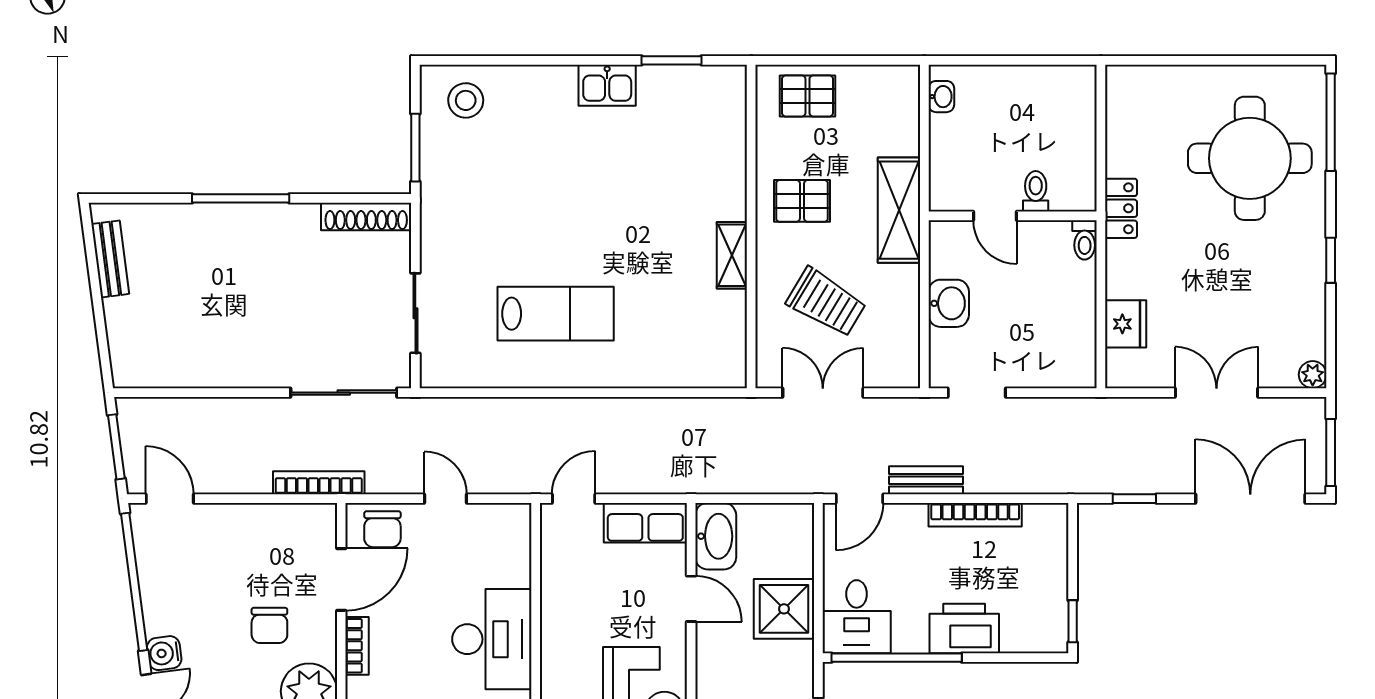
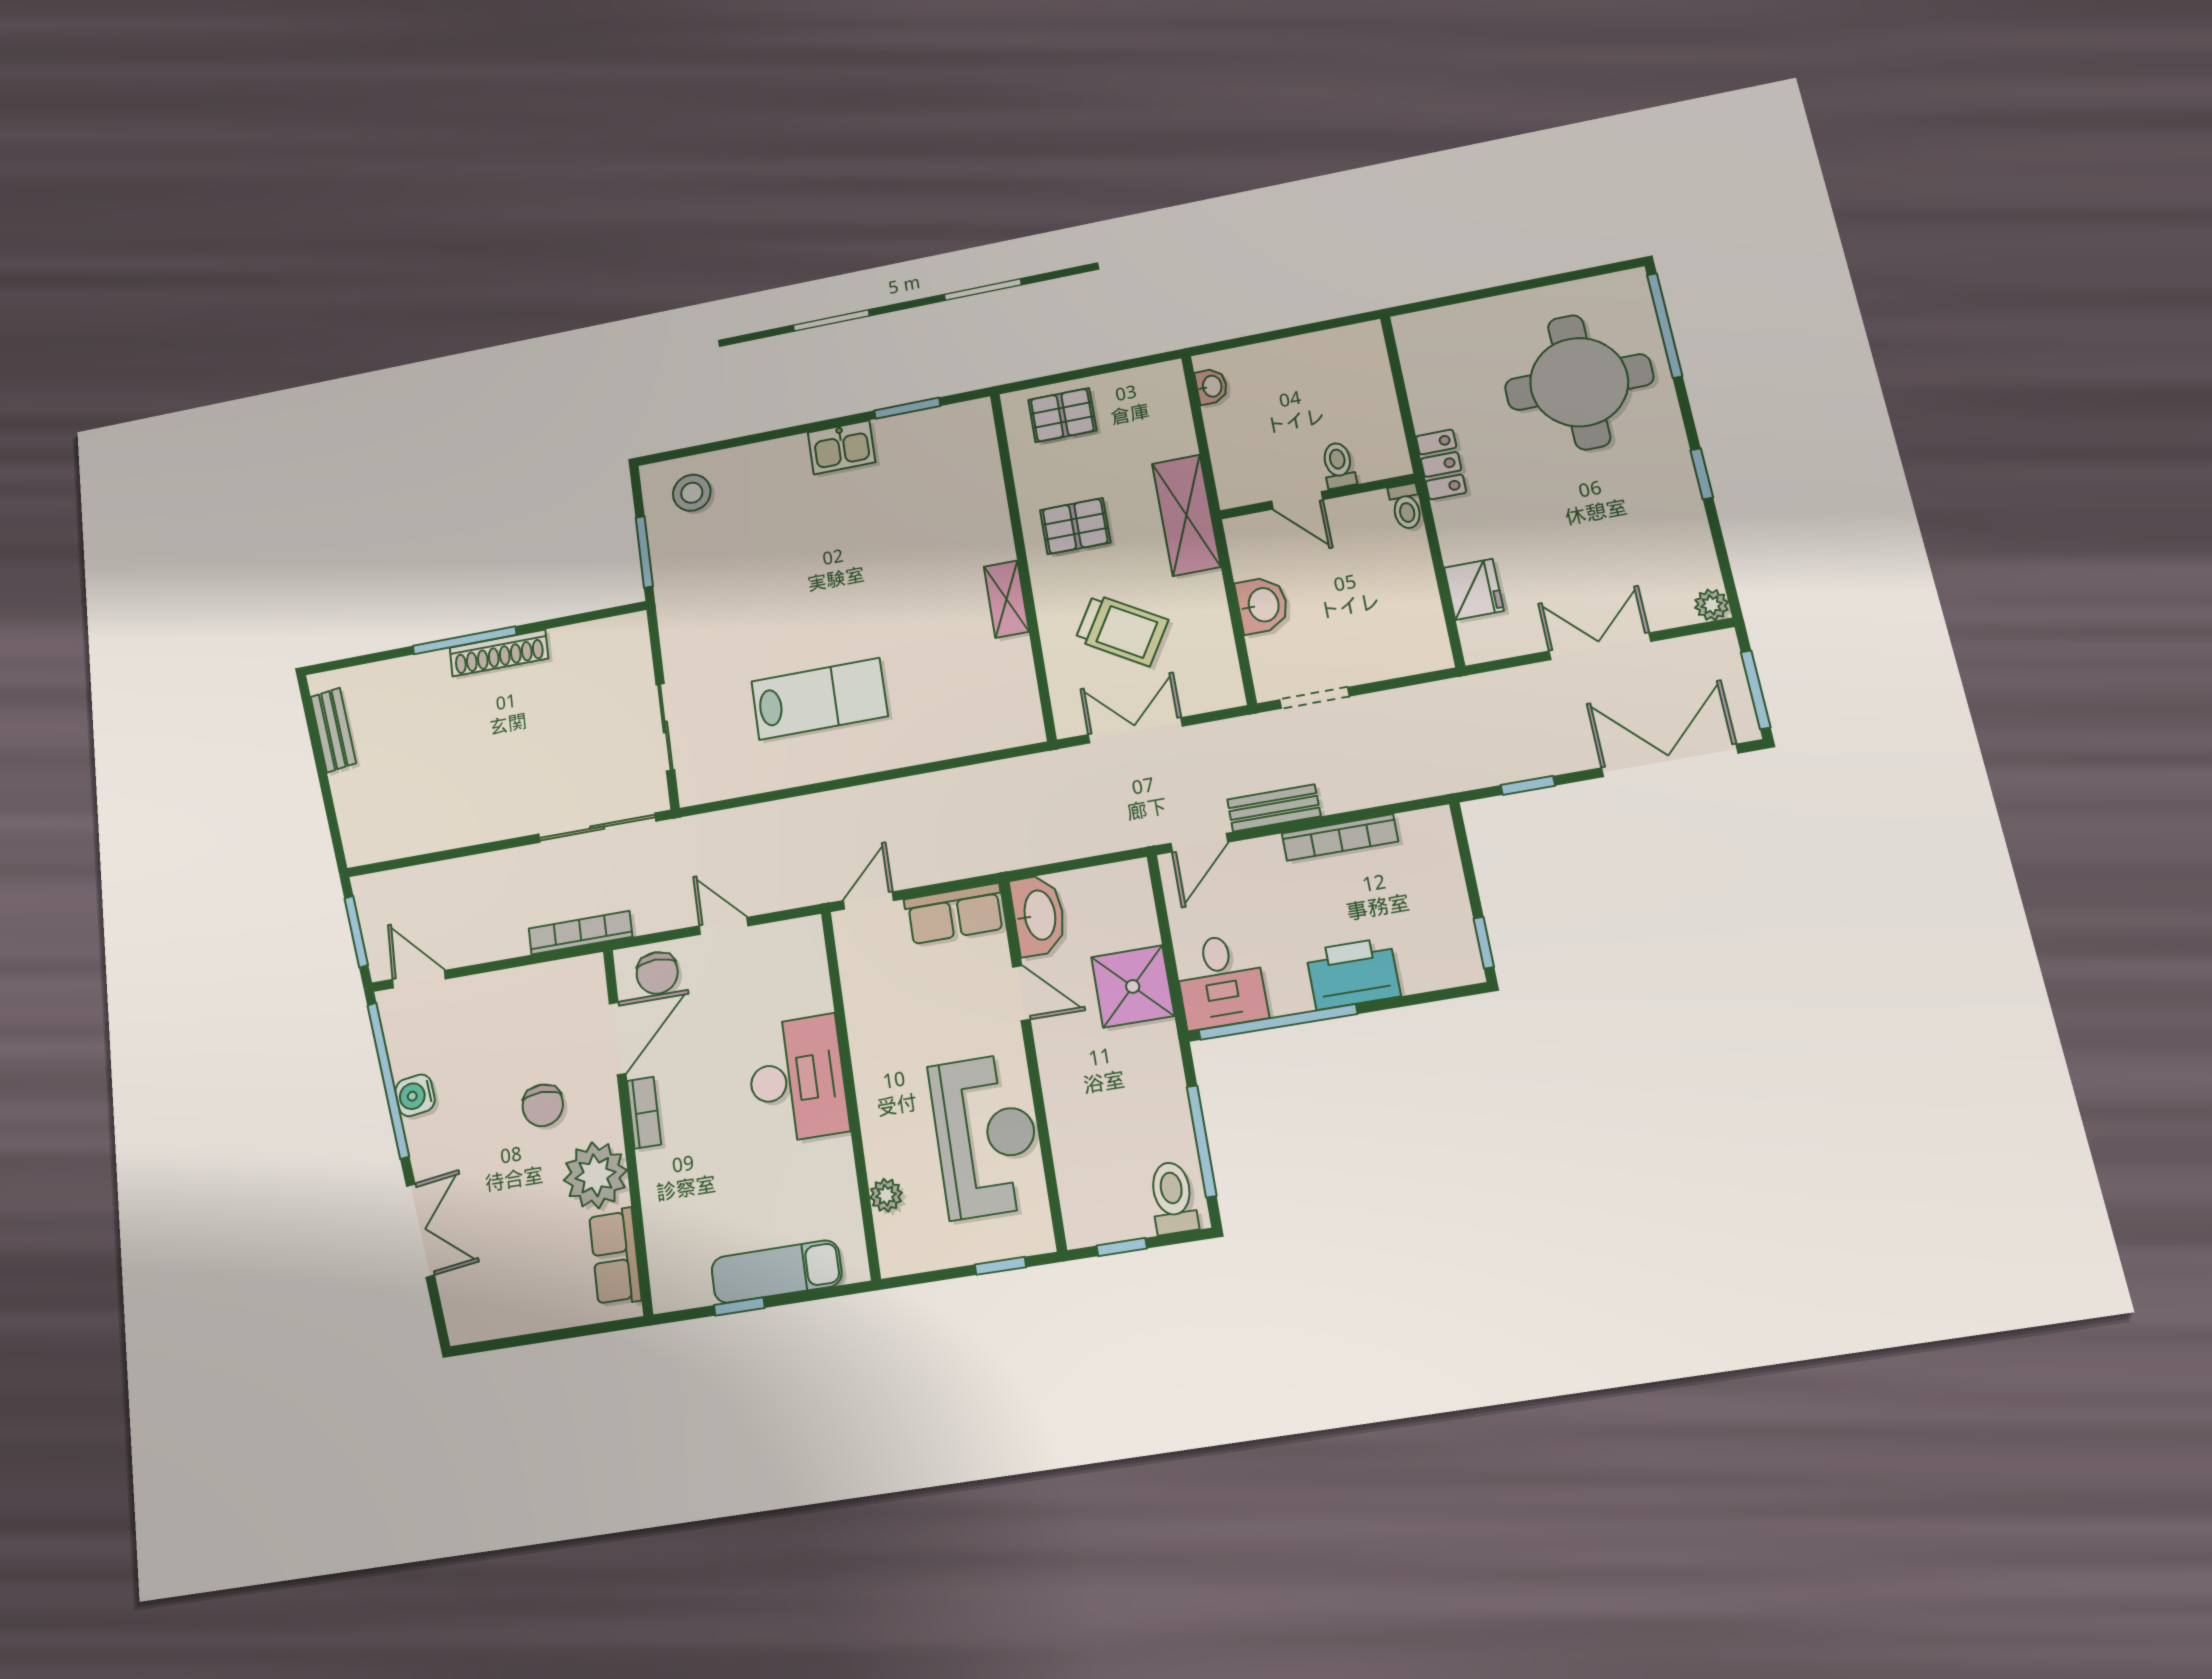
shoe rack: (366, 216) -> (499, 653), moved
water cooler: (164, 653) -> (415, 1095), moved

